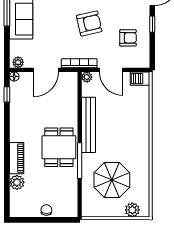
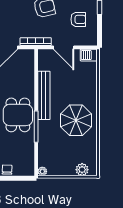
plant: (87, 77) -> (42, 171), moved
parasol: (112, 180) -> (76, 120), moved

